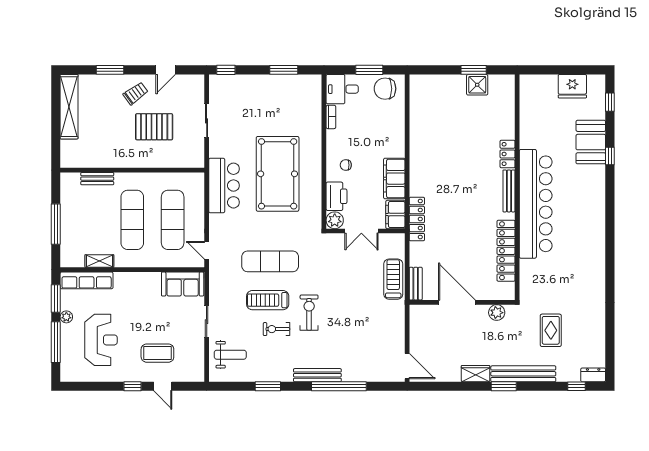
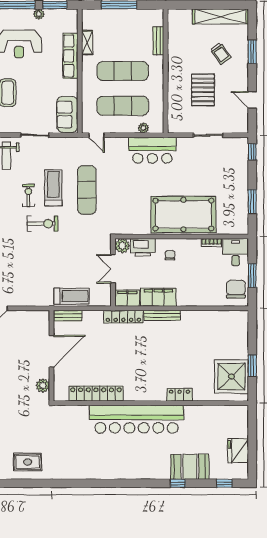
shower: (477, 85) -> (231, 376), width x1.86, depth x1.86
trolley: (136, 93) -> (221, 53), moved
pool table: (278, 174) -> (183, 215), moved
bench: (509, 191) -> (162, 315), moved
plant: (198, 196) -> (143, 128), added
door: (207, 250) -> (97, 135), swing flipped
row of seats: (87, 280) -> (70, 56), moved
rug: (551, 330) -> (28, 462), moved

